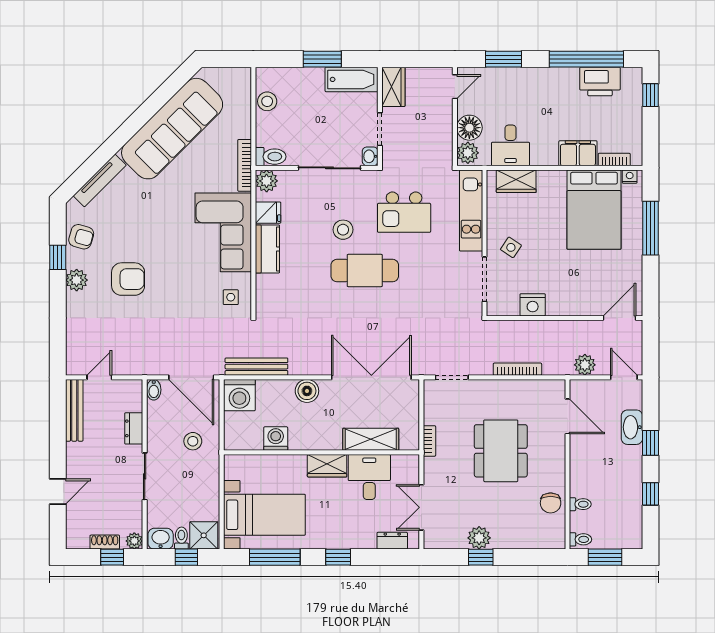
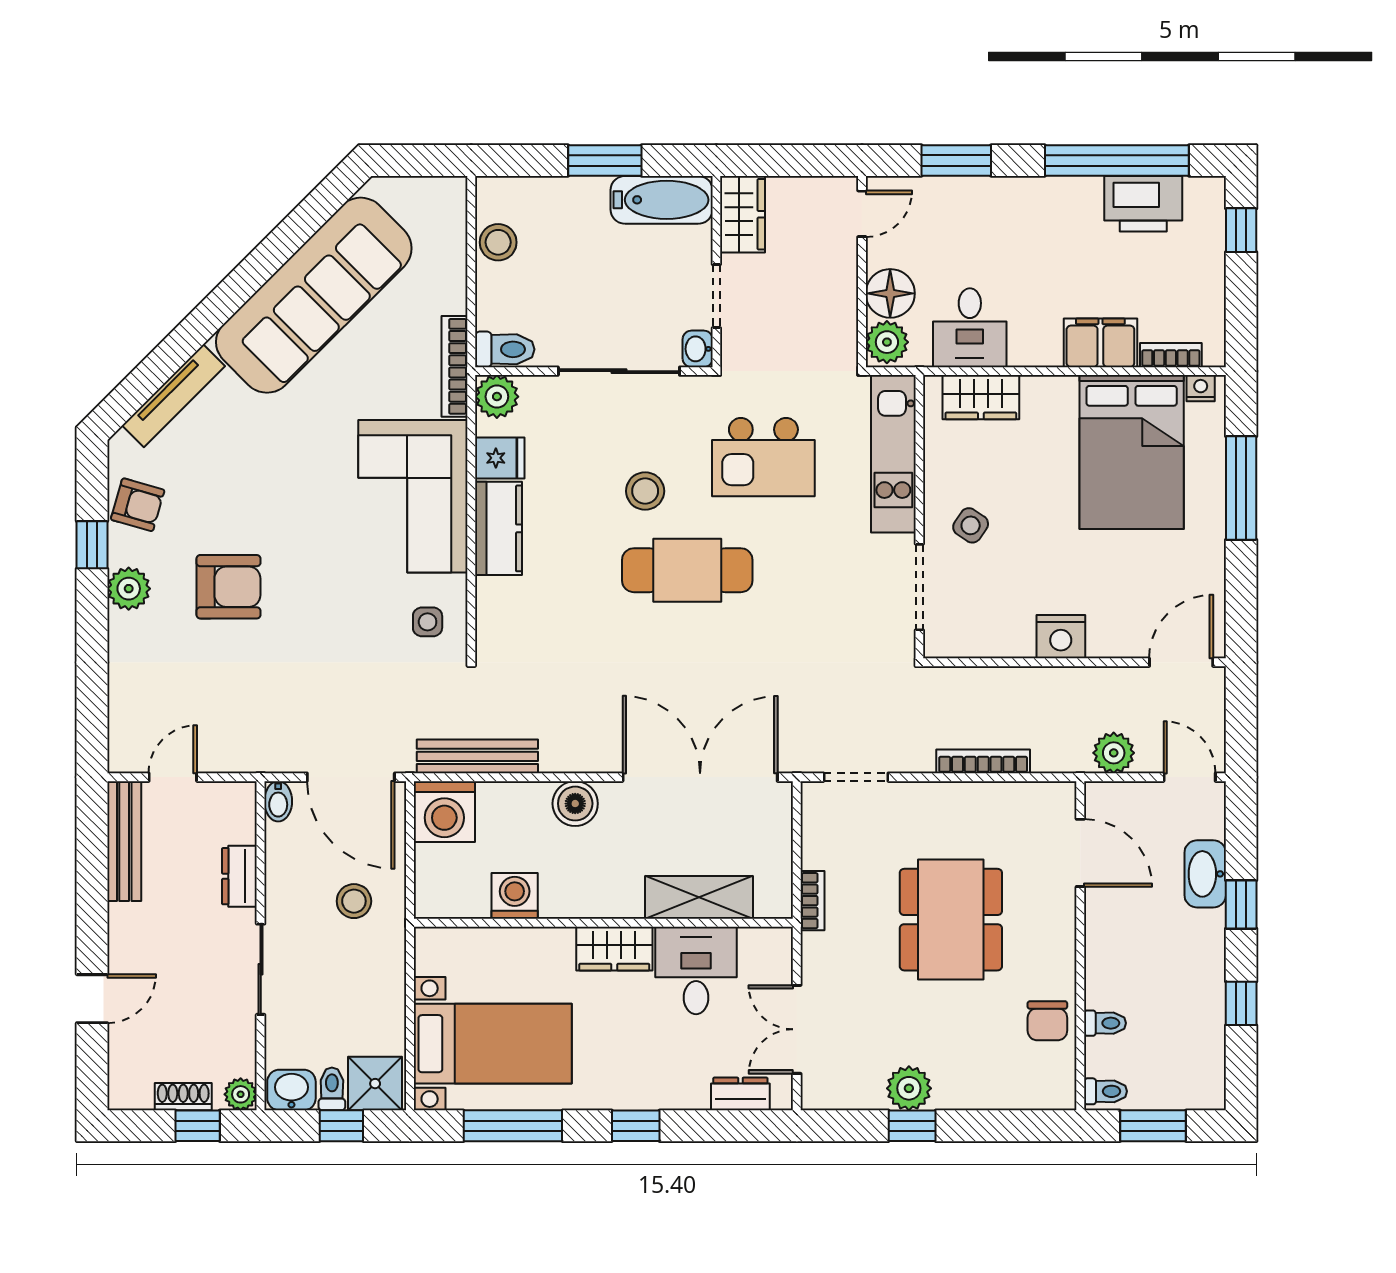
nightstand: (533, 305) -> (1061, 637), moved

